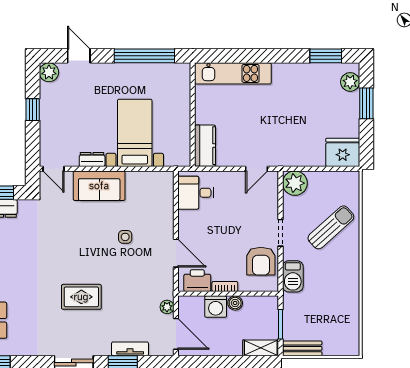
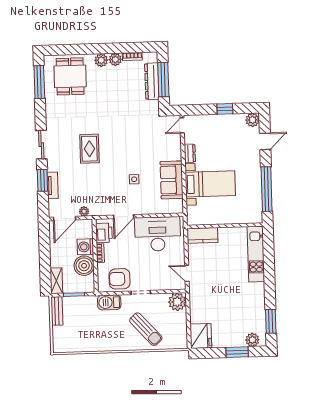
sofa: (99, 186) -> (172, 180), moved
desk: (196, 193) -> (158, 234), width x1.87, depth x1.30
boiler: (235, 303) -> (84, 266), width x1.86, depth x1.86

